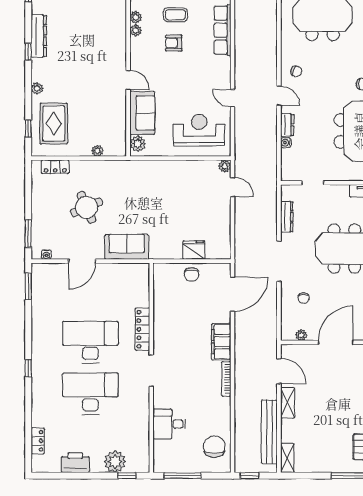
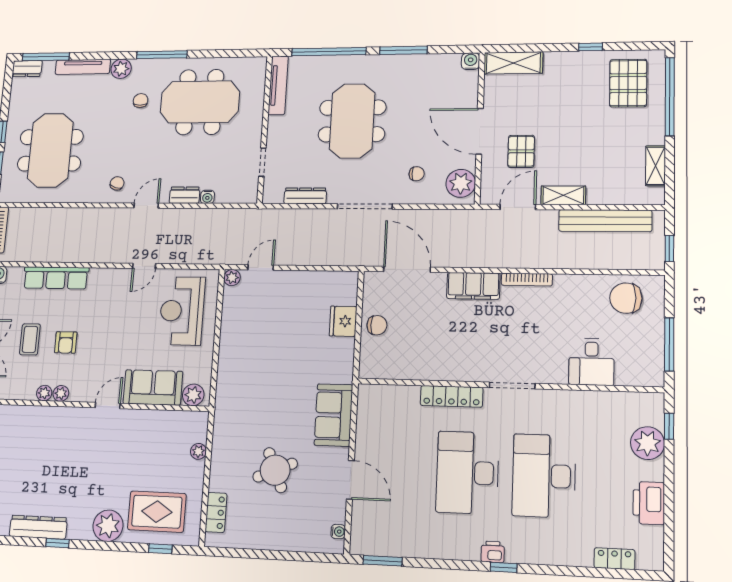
plant: (136, 17) -> (61, 393), moved
plant: (37, 88) -> (108, 526), width x1.88, depth x1.88
window: (28, 233) -> (306, 557), removed
plant: (301, 335) -> (461, 183), width x1.88, depth x1.88
printer: (38, 361) -> (493, 552), added
pallet: (320, 373) -> (521, 151), added
shelving: (287, 458) -> (656, 166), moved, turned 90

